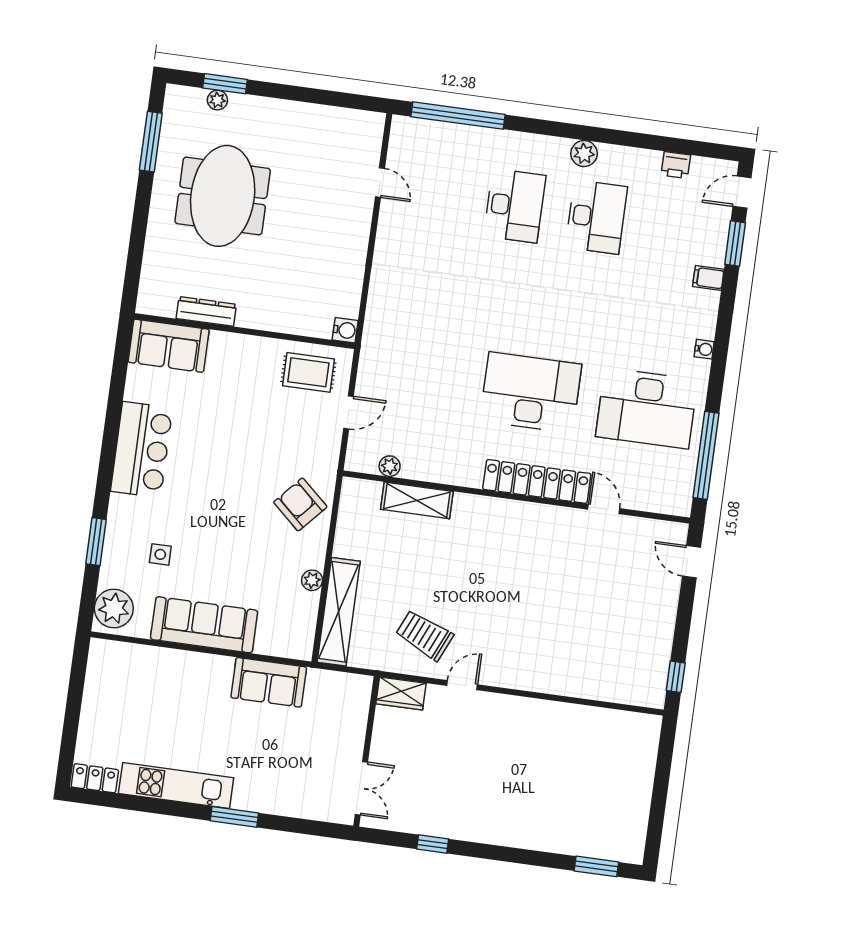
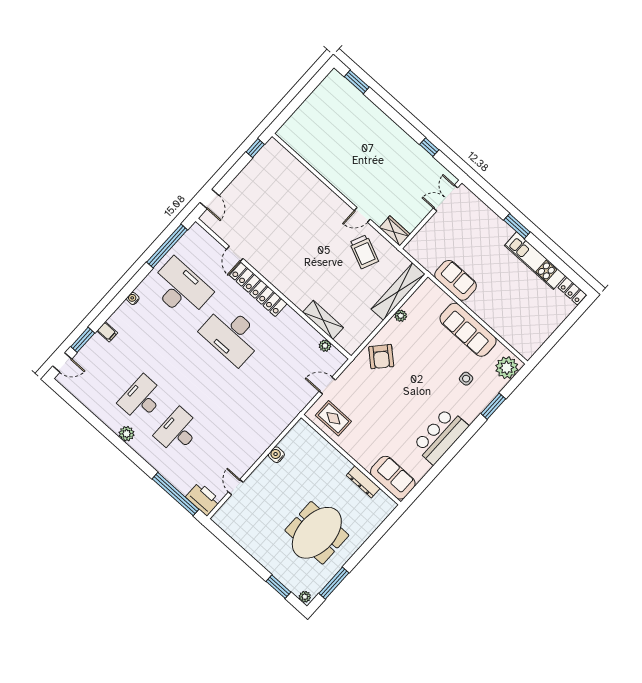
plant: (217, 100) -> (305, 597), moved
printer: (676, 165) -> (203, 499), moved, width x1.87, depth x1.48
water cooler: (345, 330) -> (276, 455), moved

